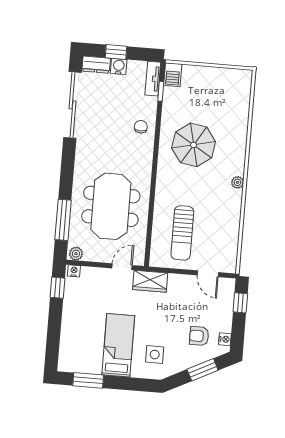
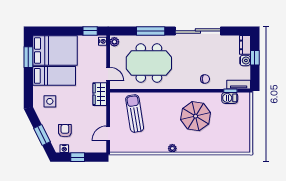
barbecue: (173, 75) -> (230, 98), moved
sliding door: (73, 105) -> (198, 31), moved
window: (63, 220) -> (151, 31), moved
sun lounger: (182, 233) -> (135, 113), turned 81
window: (240, 303) -> (78, 157), moved
bed: (82, 341) -> (55, 51), added

